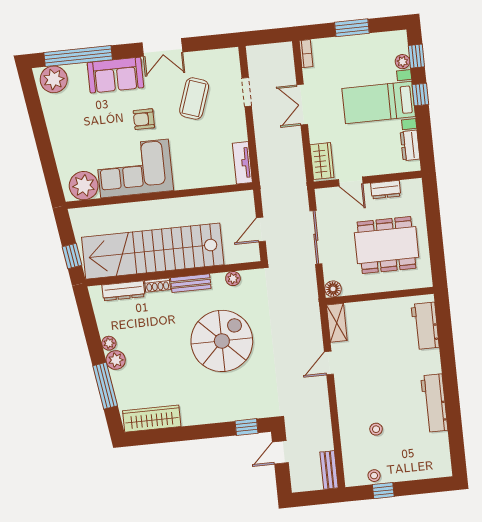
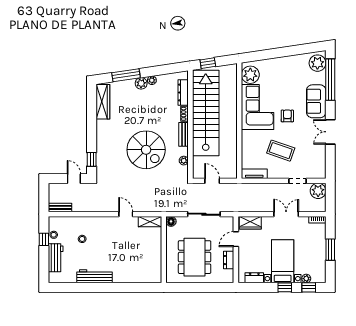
plant: (259, 57) -> (318, 191), added
coffee table: (194, 99) -> (281, 151), moved
workbench: (425, 326) -> (56, 258), moved, turned 90

